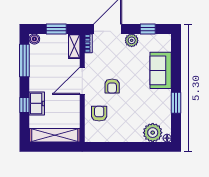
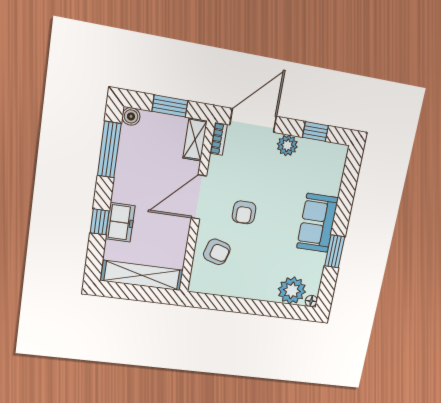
sofa: (161, 70) -> (317, 223), moved
armchair: (99, 114) -> (217, 252), turned 106

